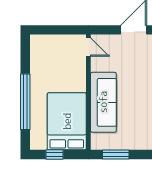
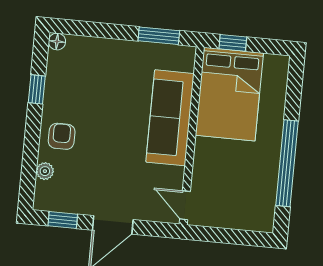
window: (25, 102) -> (287, 163), moved
window: (55, 154) -> (233, 43), moved

